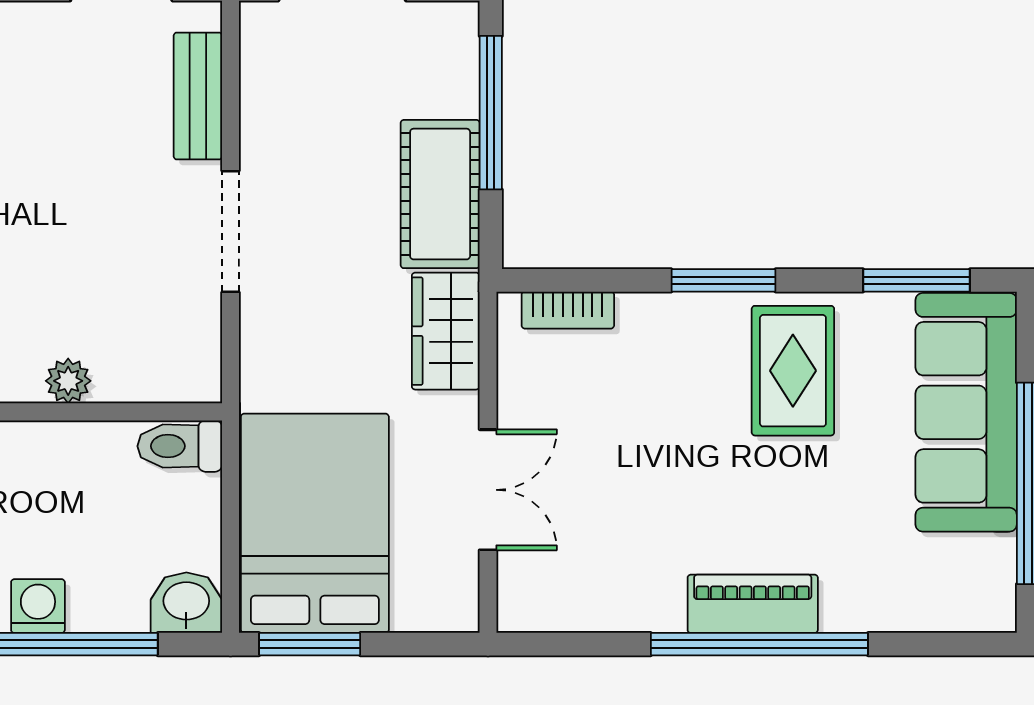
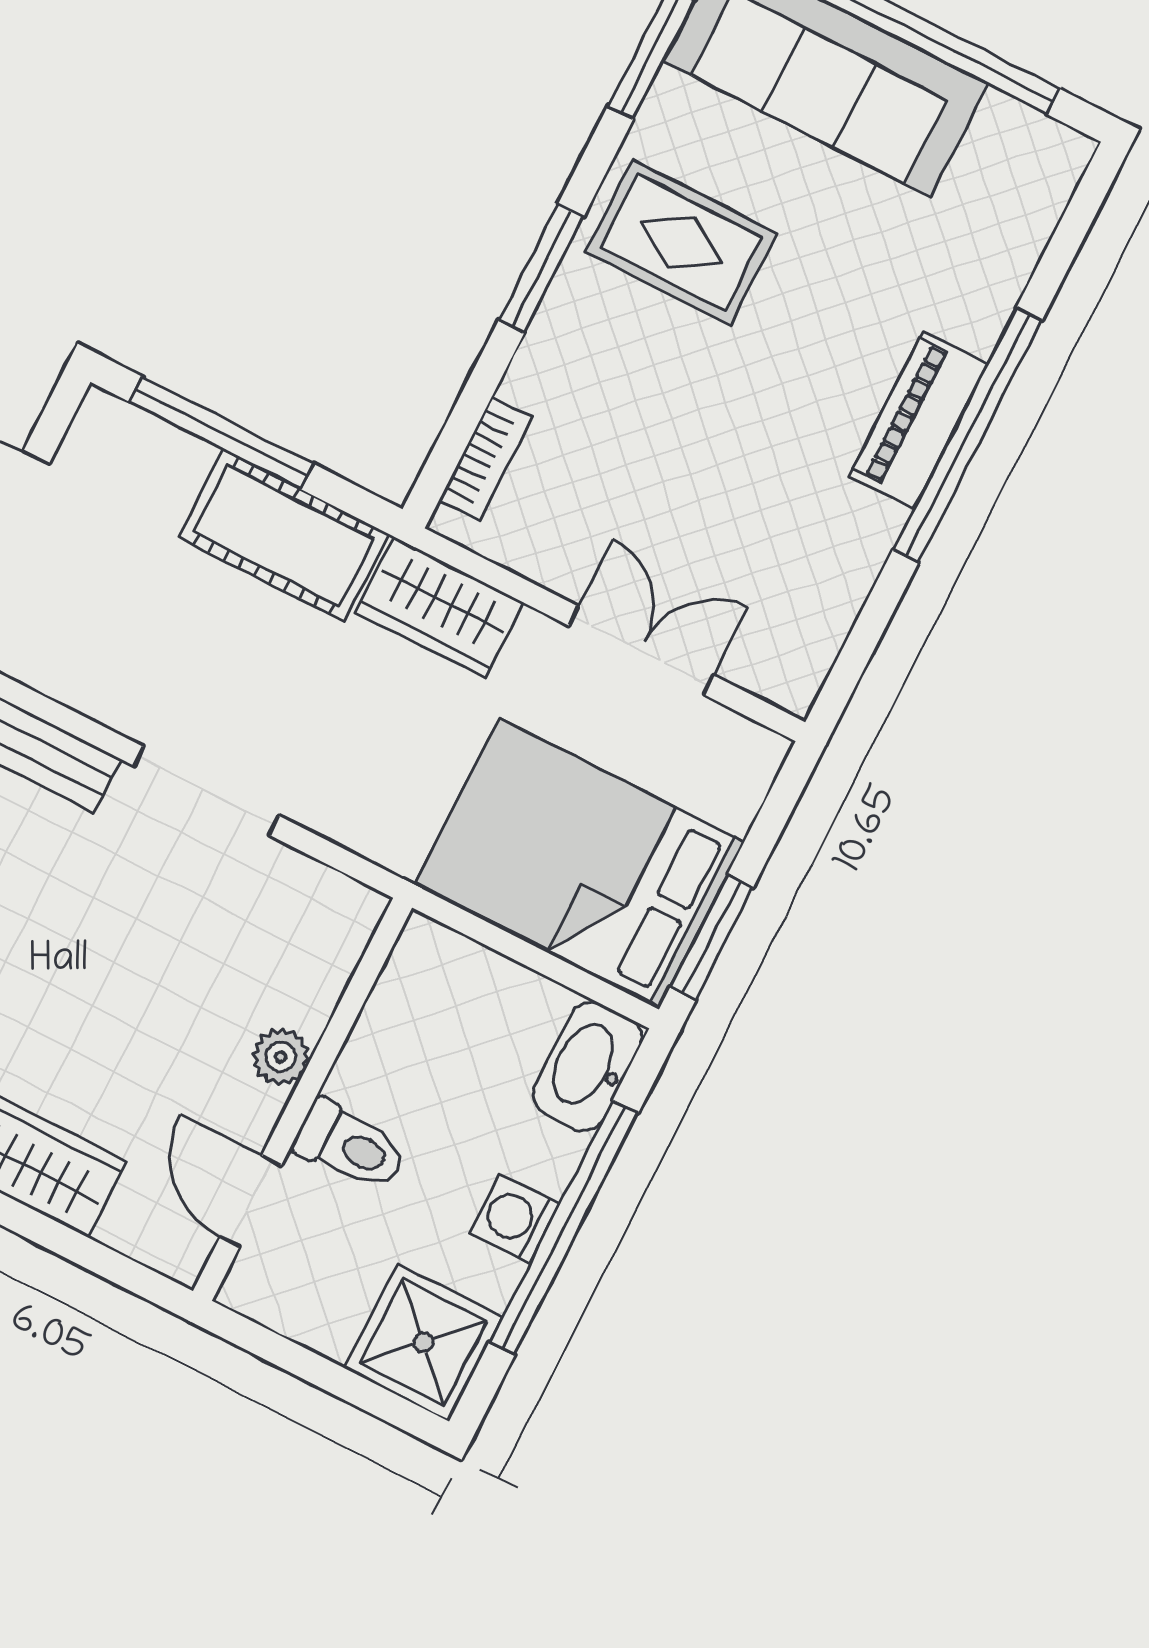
toilet: (180, 446) -> (350, 1146), moved, turned -90
washbasin: (186, 603) -> (588, 1066), width x1.38

